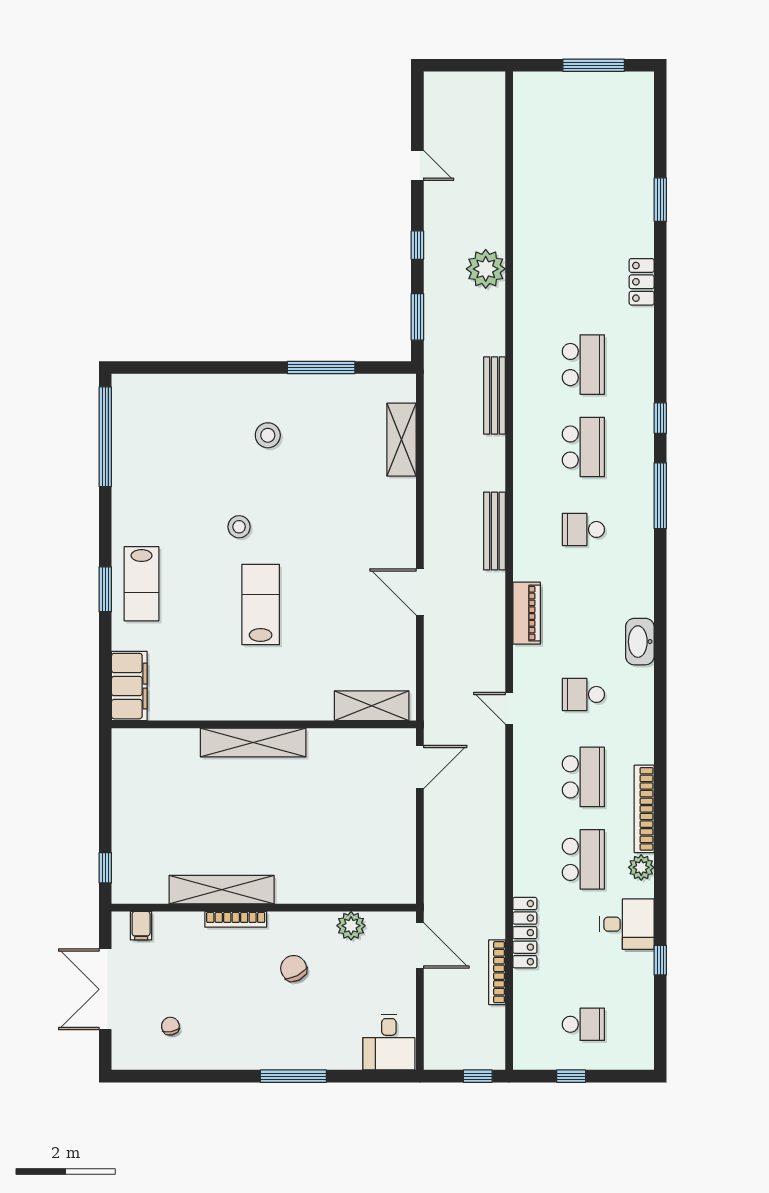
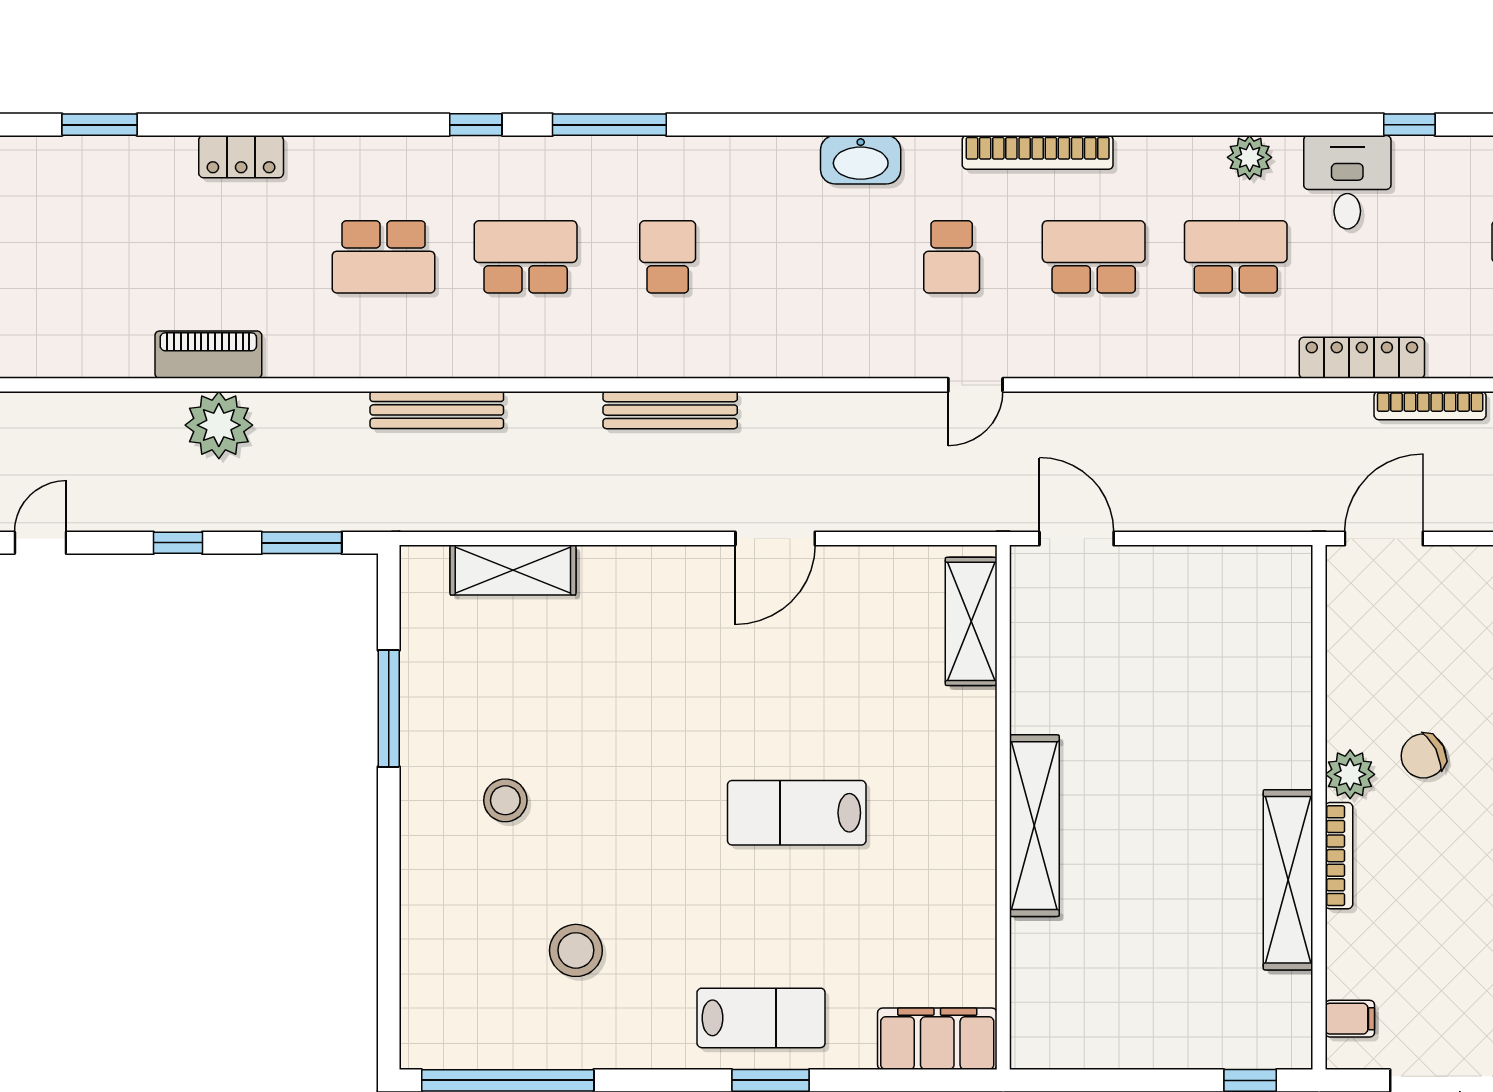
school desk: (583, 365) -> (384, 257), turned 180
stool: (239, 527) -> (576, 950), moved, width x1.38, depth x1.38
school desk: (583, 529) -> (668, 257), turned 180
piano: (527, 613) -> (208, 355), moved
bookcase: (644, 809) -> (1038, 152), moved
plant: (351, 926) -> (1350, 774), moved

